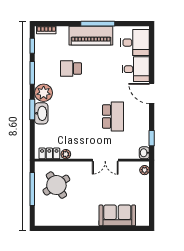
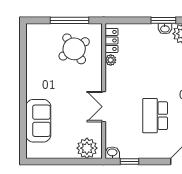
washbasin: (41, 113) -> (165, 29), width x0.52, depth x0.69
school desk: (113, 117) -> (155, 116), turned 90
plant: (145, 170) -> (87, 148), width x1.87, depth x1.87

